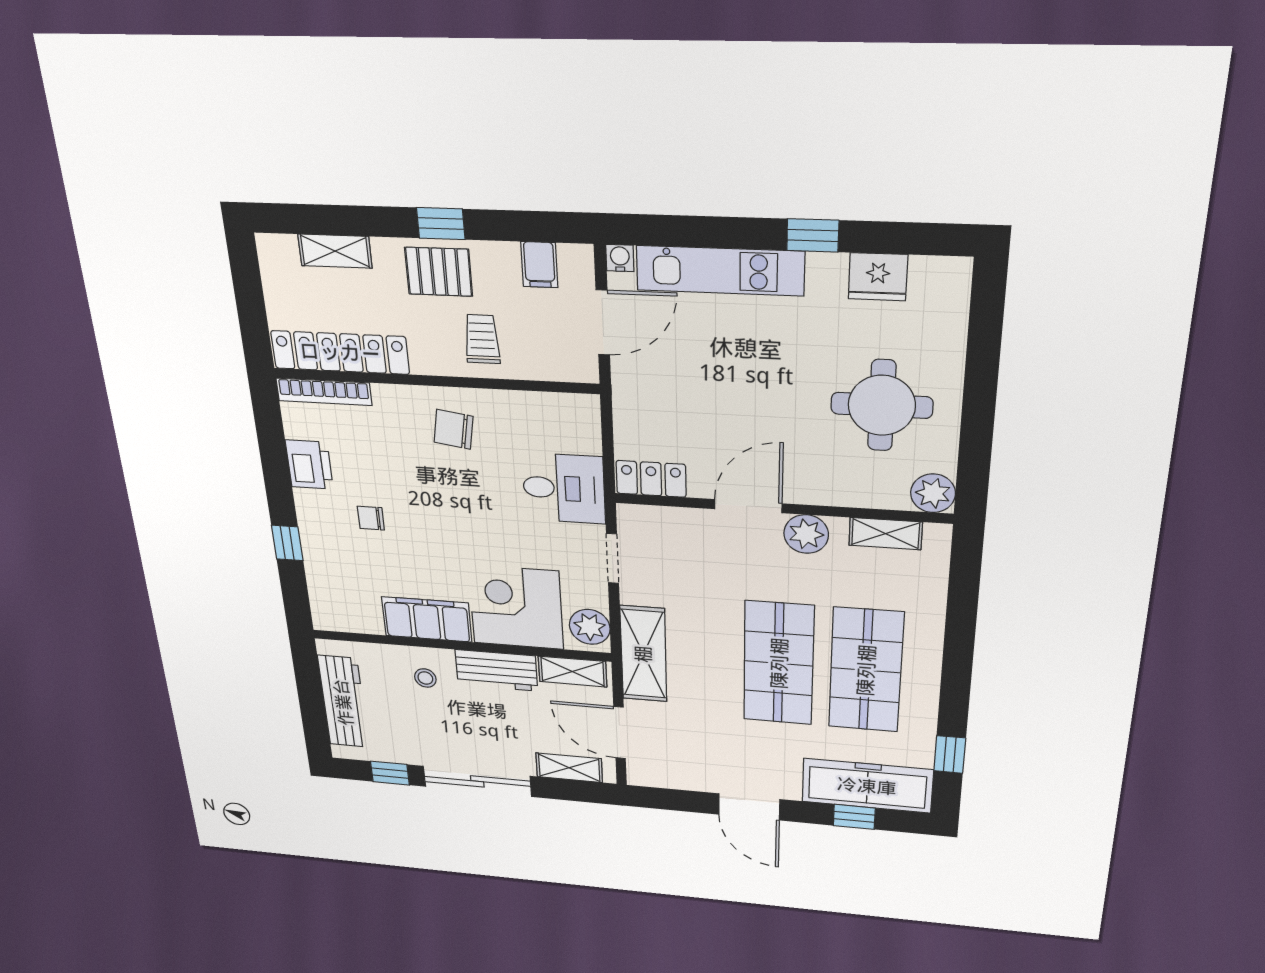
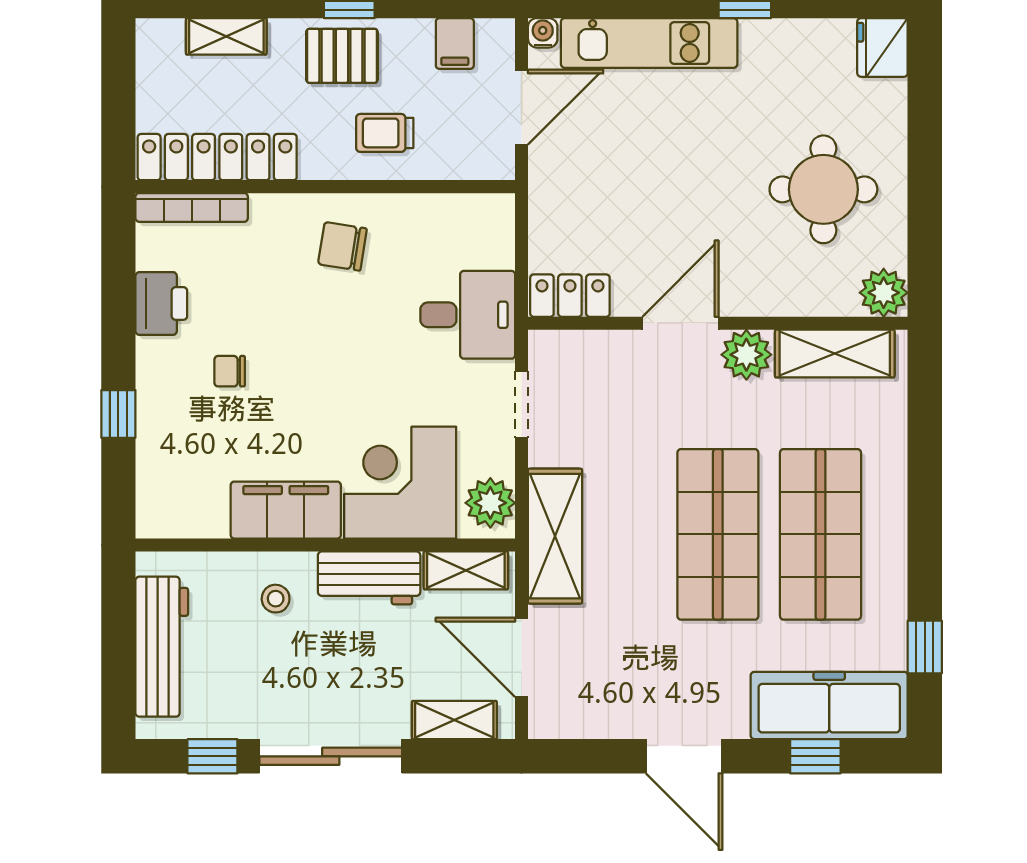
fridge: (878, 277) -> (882, 47), moved, turned 90
trolley: (482, 339) -> (385, 133), turned -90
shelving: (886, 534) -> (835, 354), width x1.50, depth x1.33

